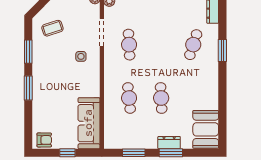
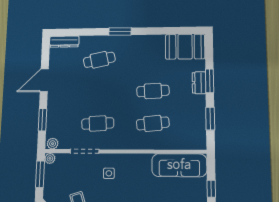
cafe table: (193, 45) -> (99, 60), turned -30
window: (222, 50) -> (120, 32), moved

